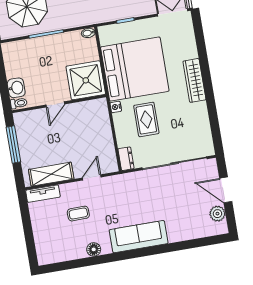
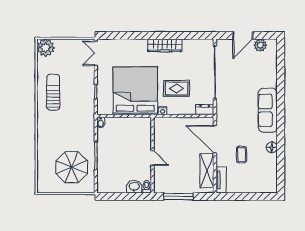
shower: (86, 80) -> (138, 131), removed
wardrobe: (194, 80) -> (165, 45), moved
door: (92, 177) -> (215, 139), width x1.88

